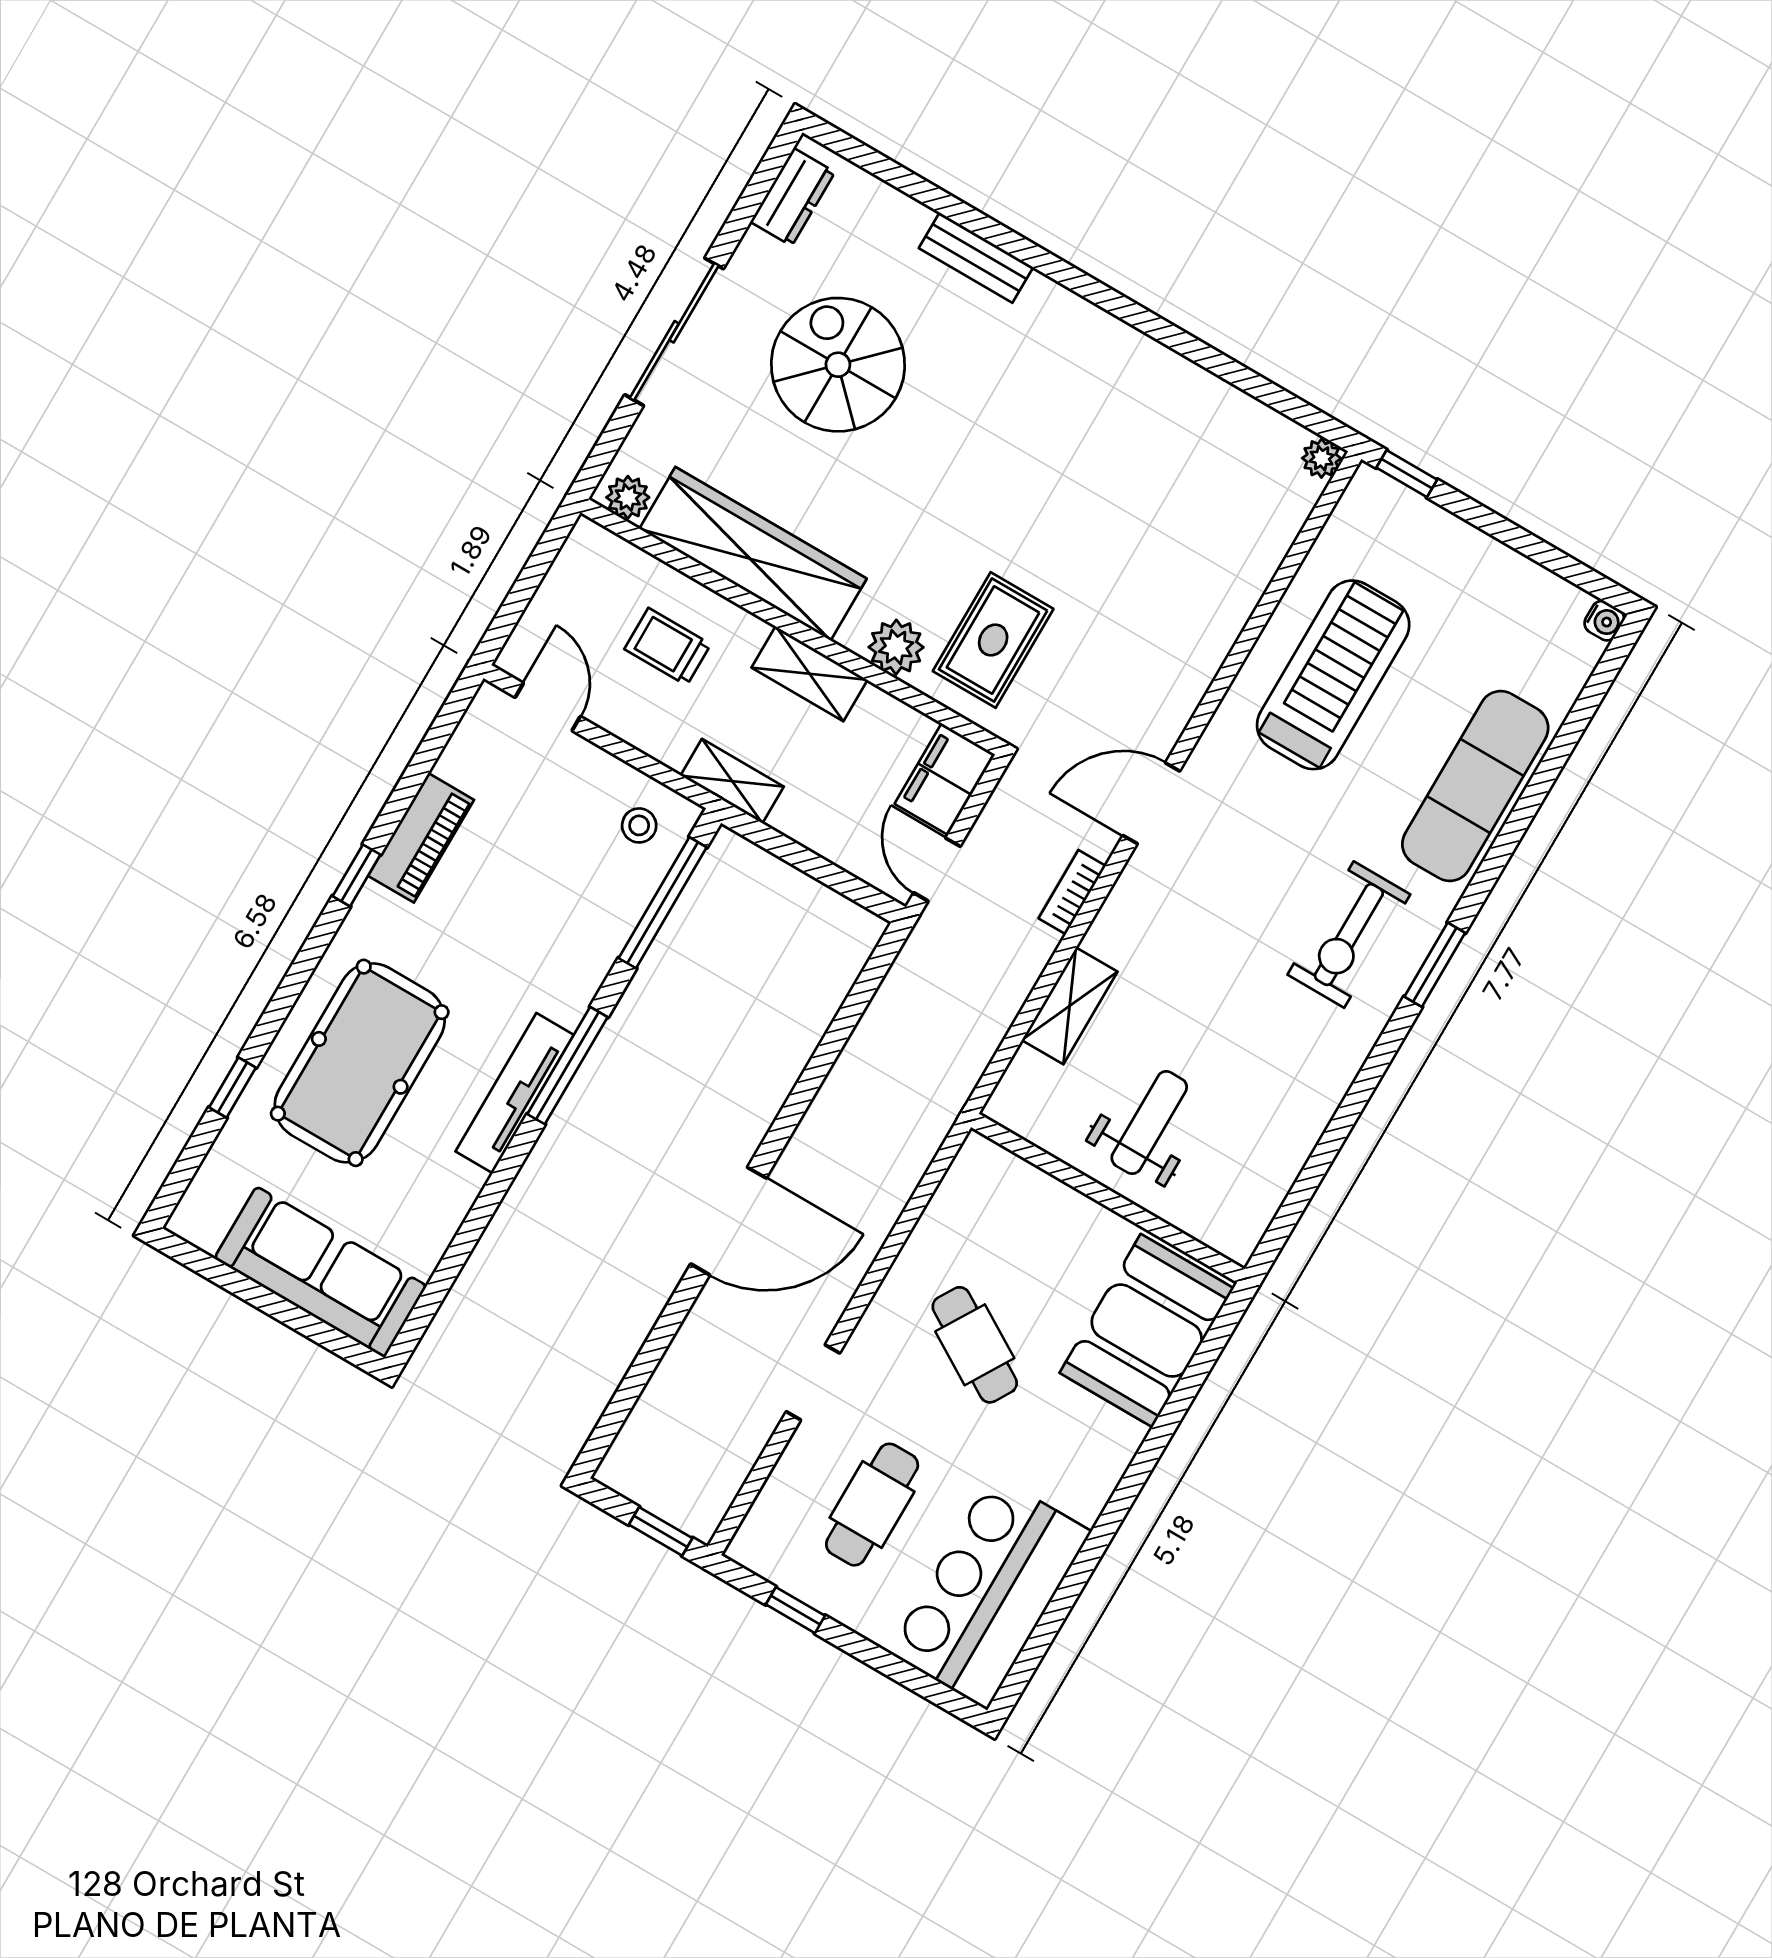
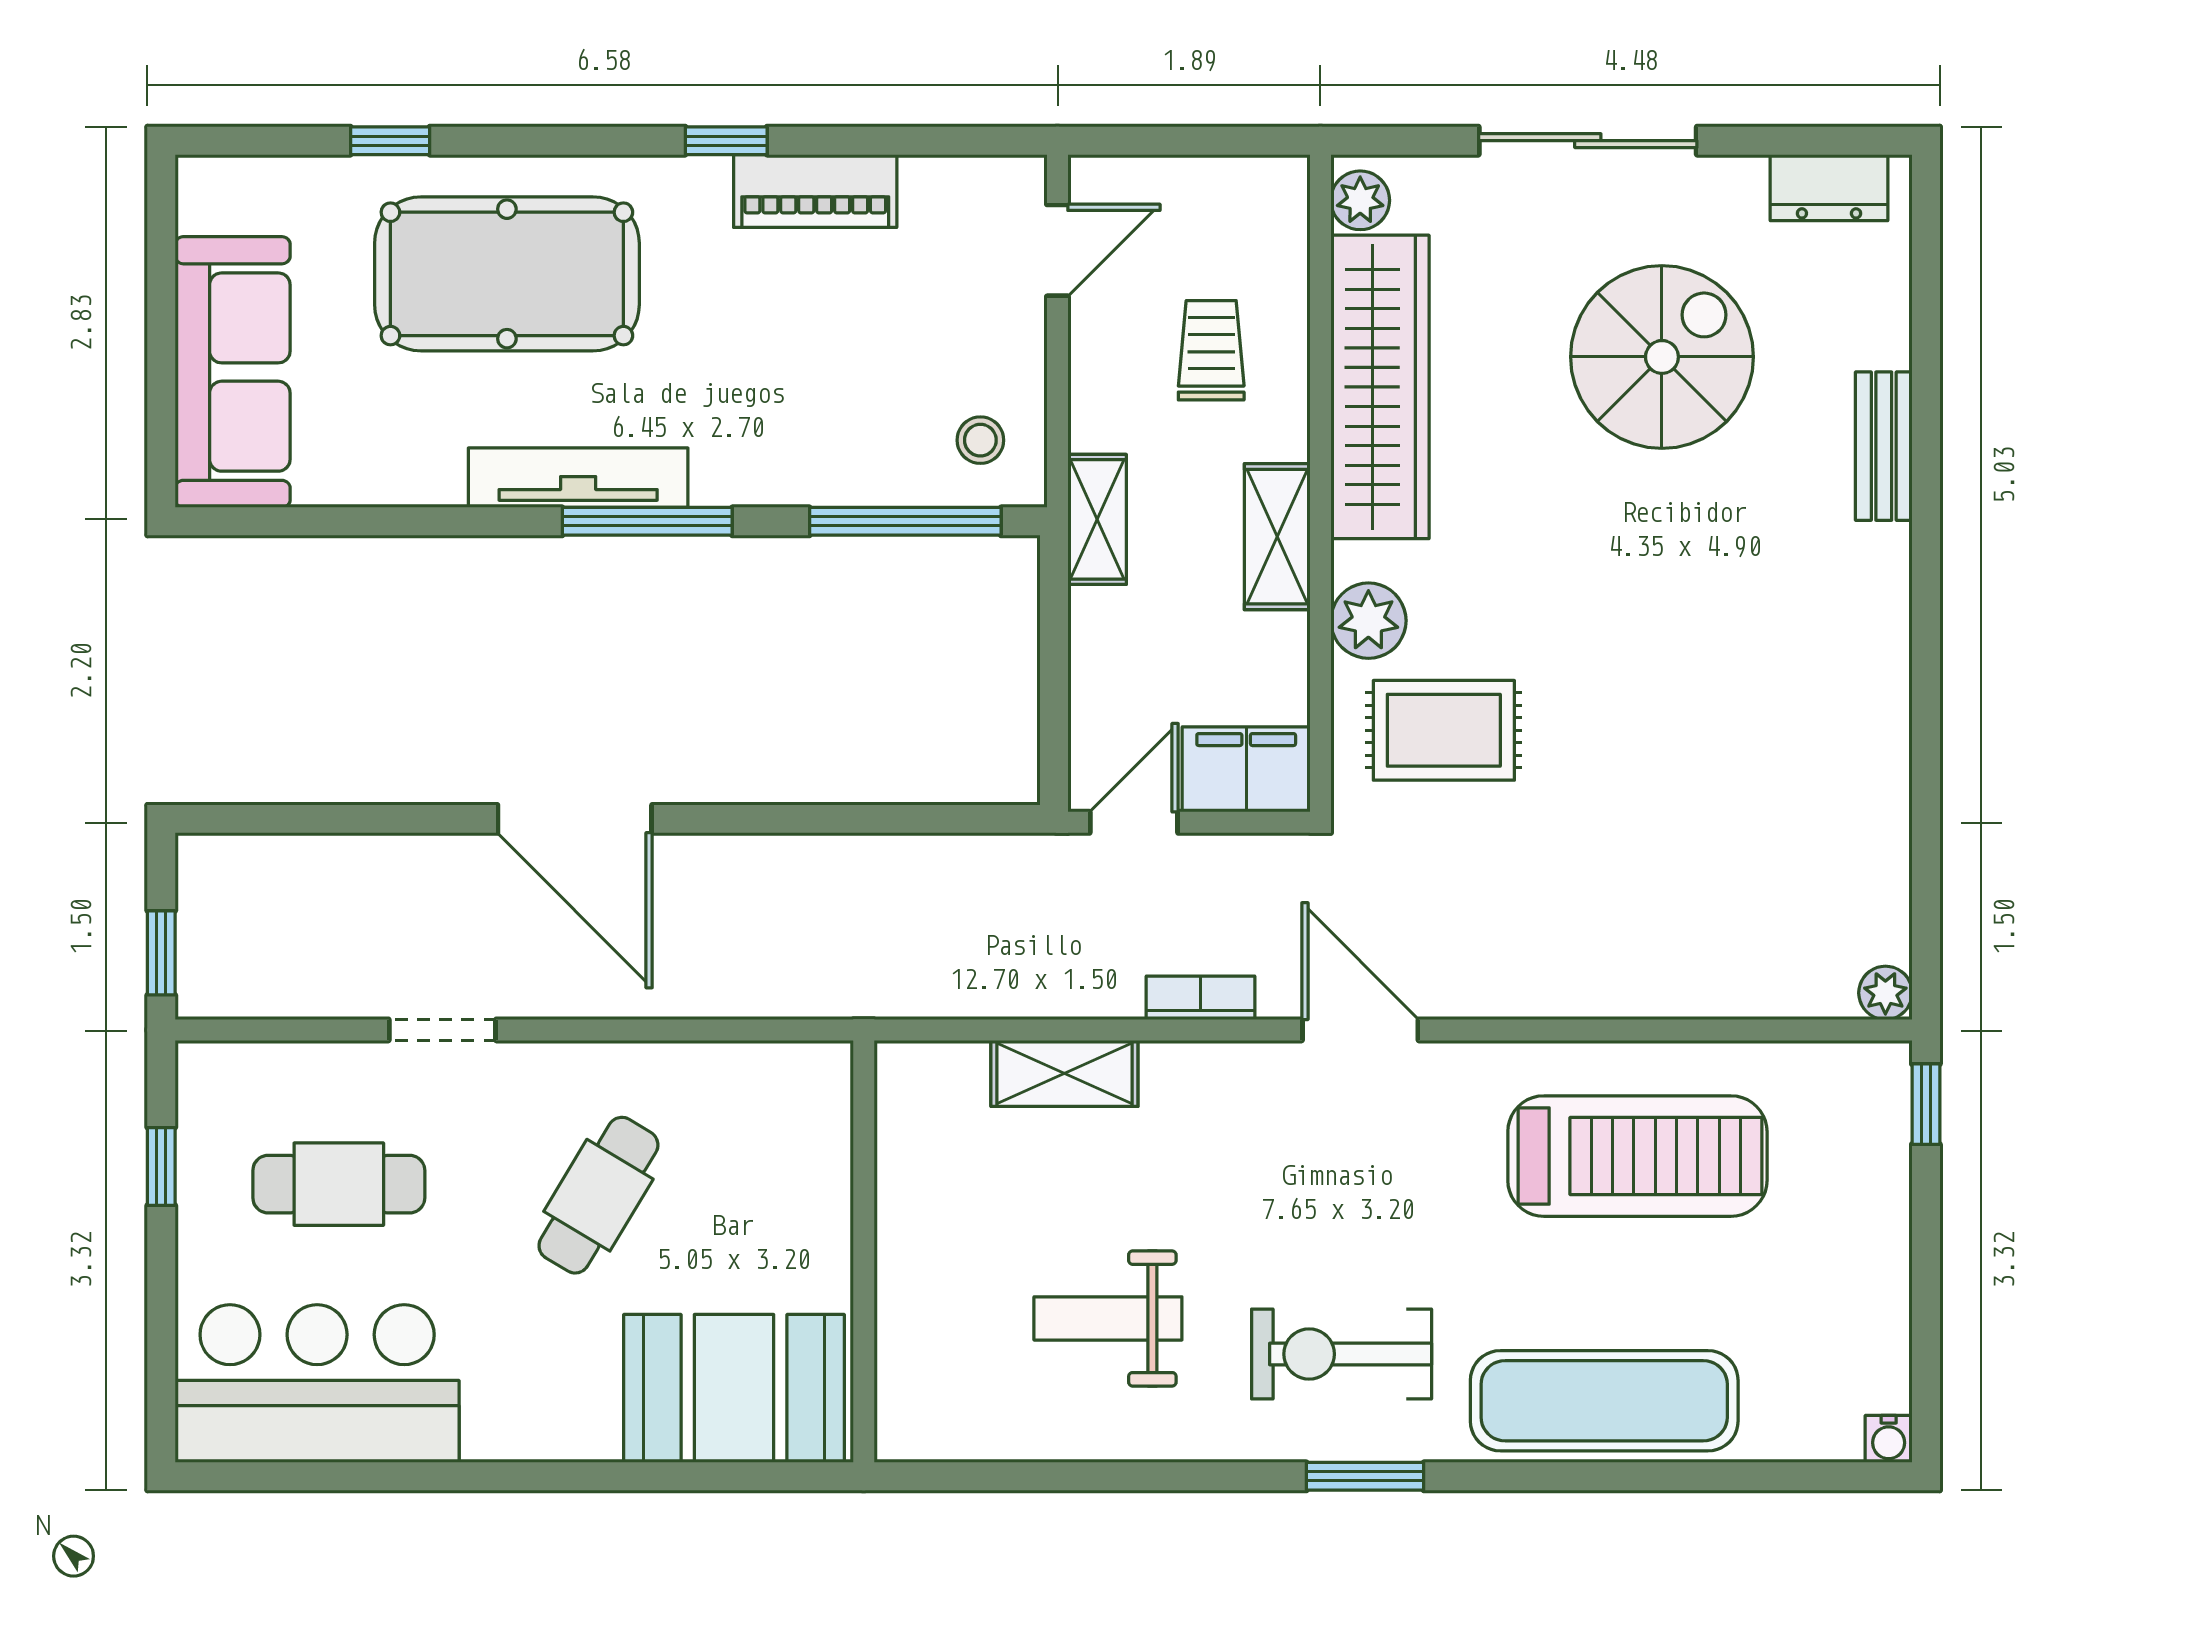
weight bench: (1149, 1123) -> (1108, 1318), moved, turned 180

